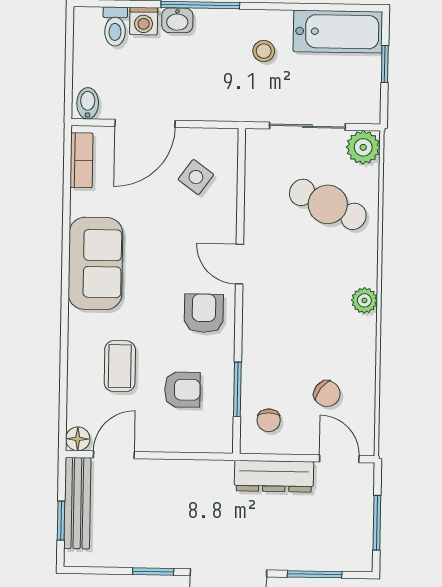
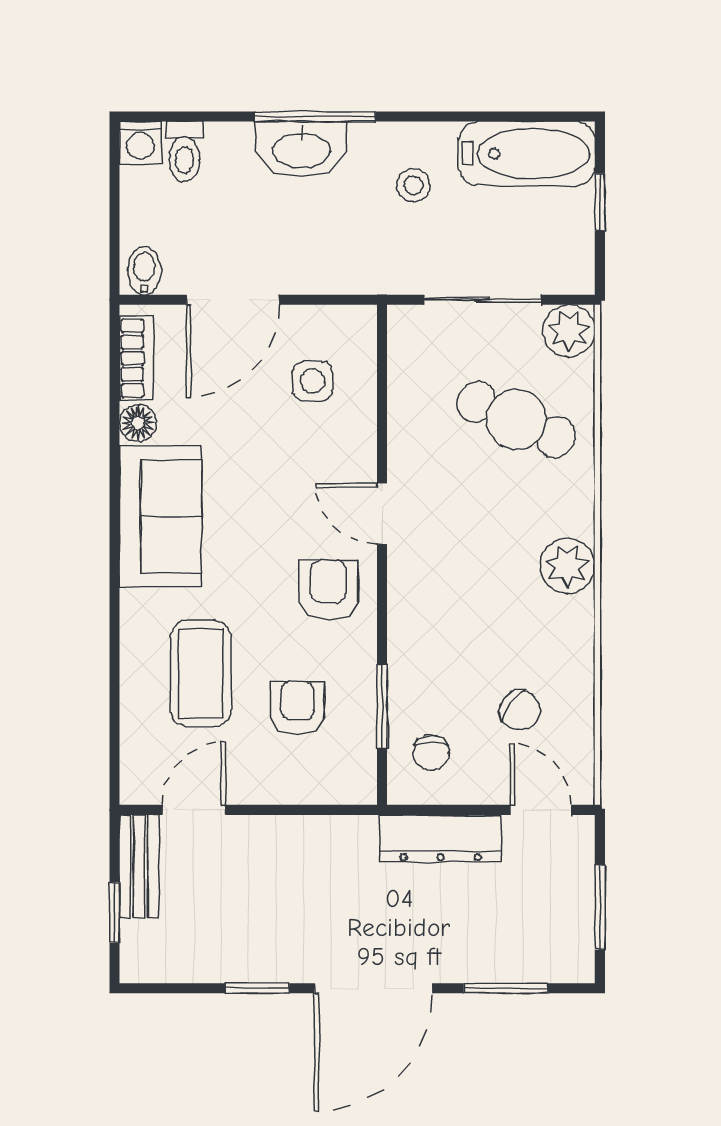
washbasin: (177, 20) -> (301, 149), width x1.91, depth x1.45
washing machine: (144, 21) -> (141, 143), moved
side table: (196, 177) -> (313, 381), turned -36
plant: (364, 300) -> (567, 566), width x1.38, depth x1.38
coffee table: (120, 366) -> (201, 674), width x1.36, depth x1.30
armchair: (182, 390) -> (297, 708), turned -90
floor lamp: (78, 439) -> (138, 423), moved
bench: (77, 503) -> (139, 866), width x0.73

